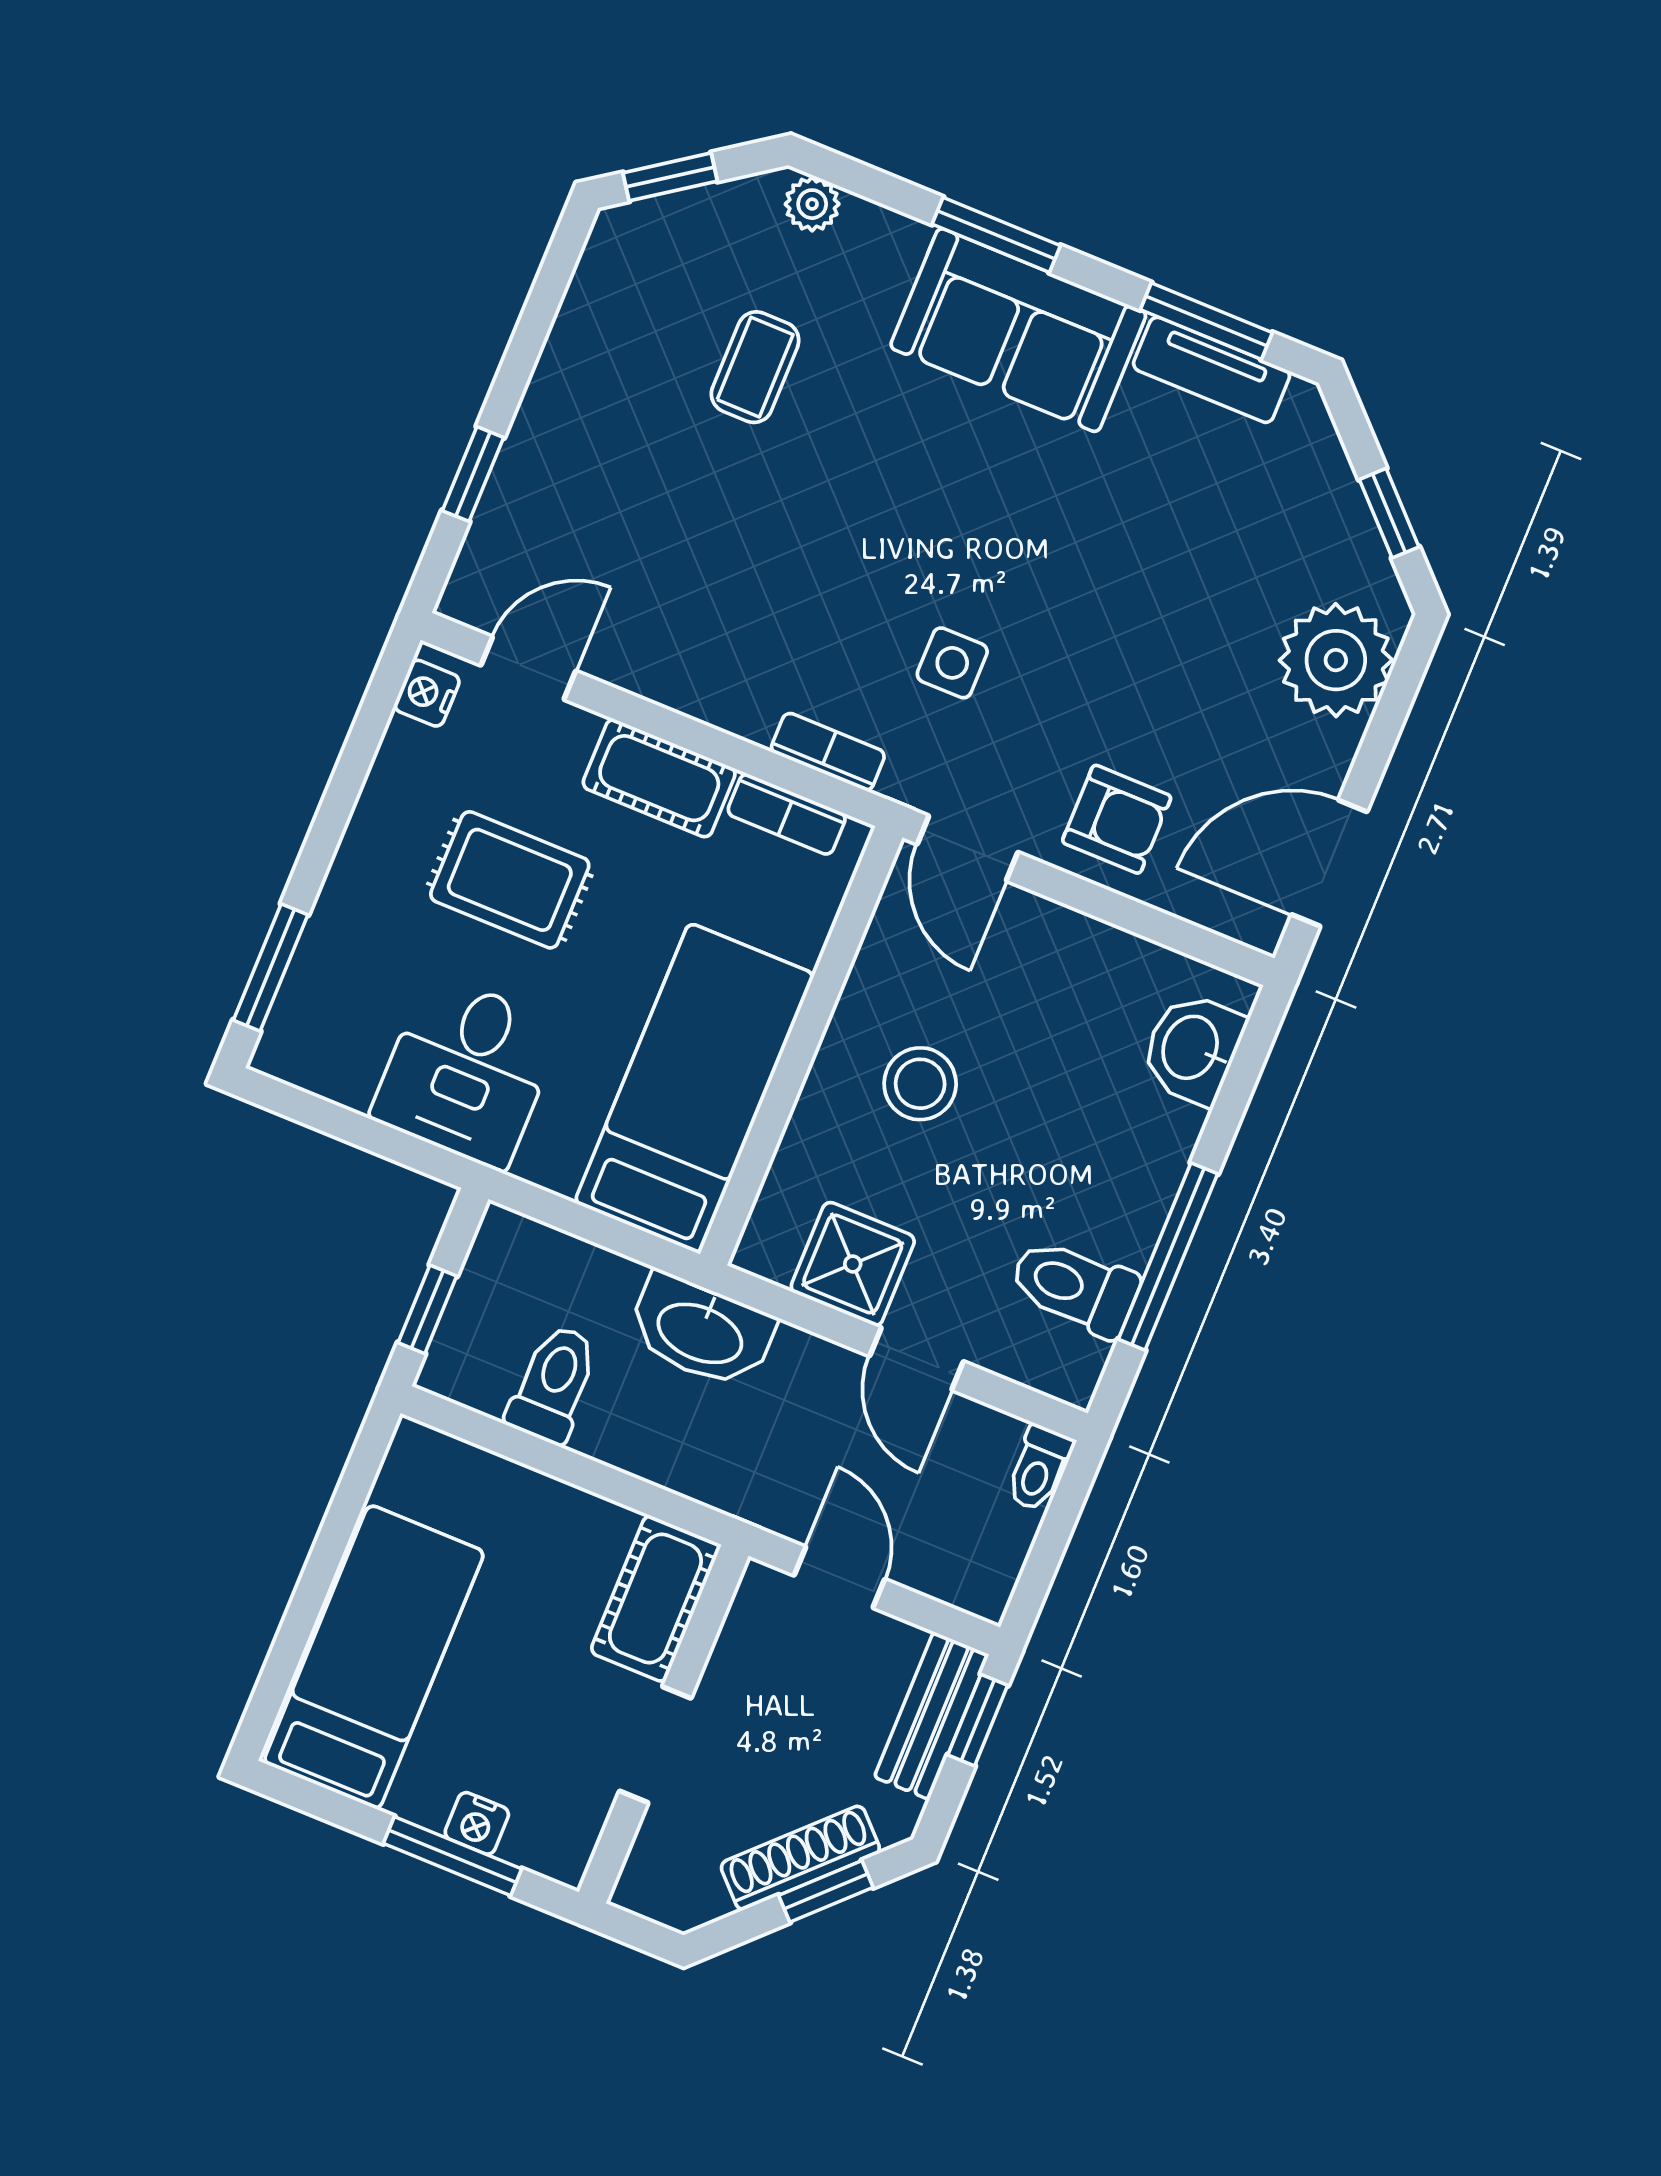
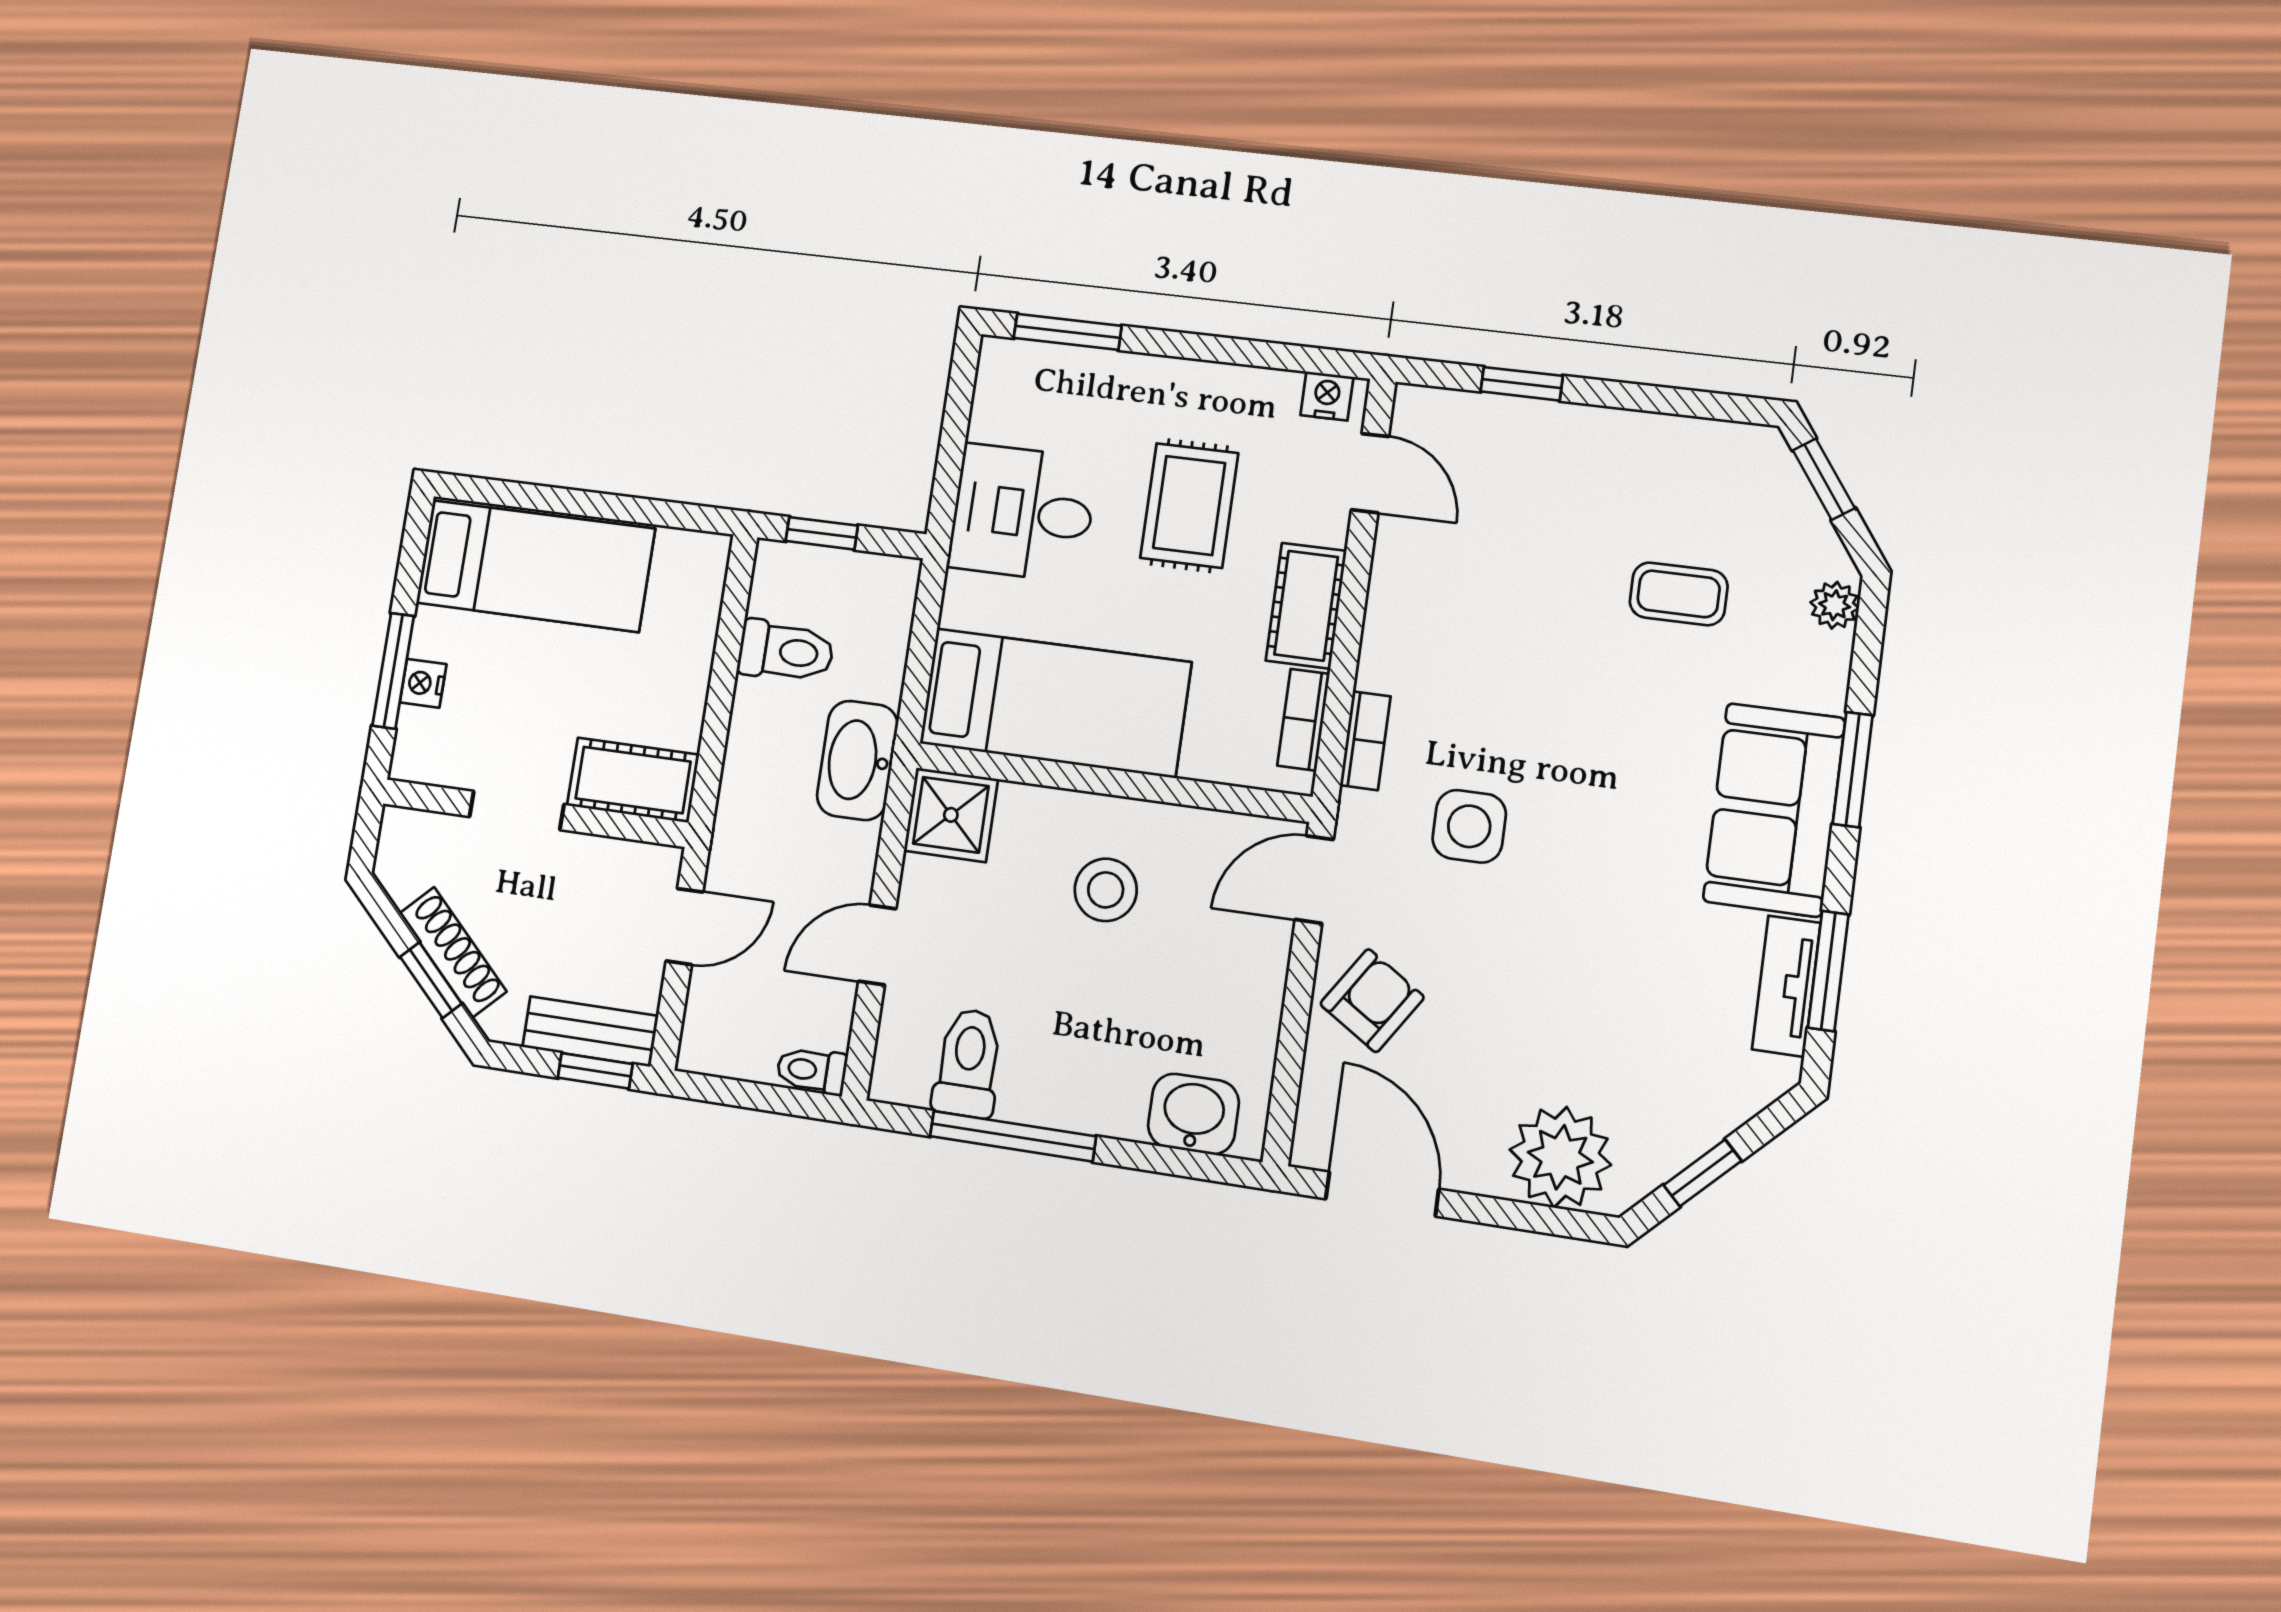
side table: (952, 663) -> (1469, 826), width x1.37, depth x1.37
armchair: (1117, 819) -> (1372, 1001), turned -147
shower: (853, 1264) -> (951, 815), moved

